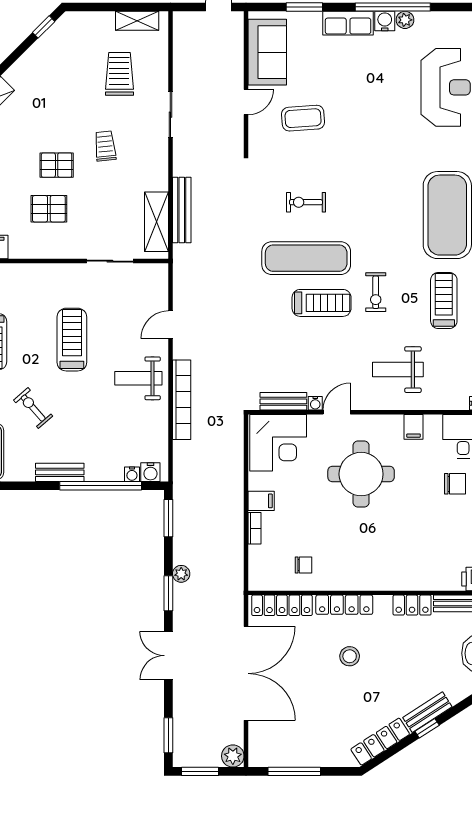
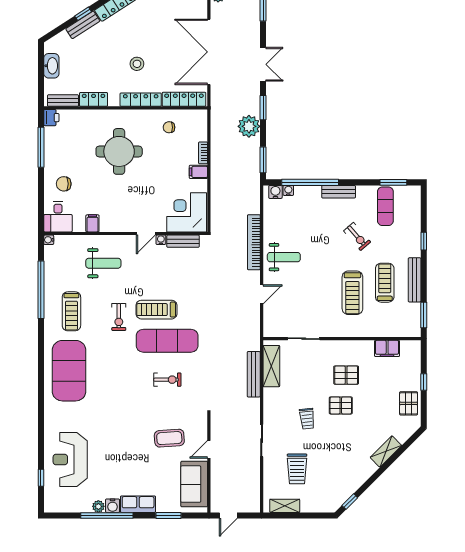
exercise bike: (376, 292) -> (119, 317), turned 180
treadmill: (72, 340) -> (352, 293), moved
round table: (361, 474) -> (119, 151), moved
plant: (181, 574) -> (249, 126), width x1.87, depth x1.87

